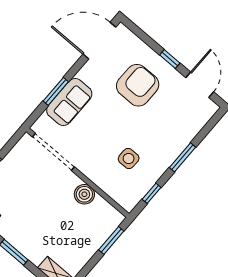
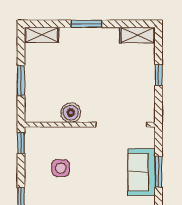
window: (152, 193) -> (21, 143), moved
window: (111, 241) -> (21, 81), moved

